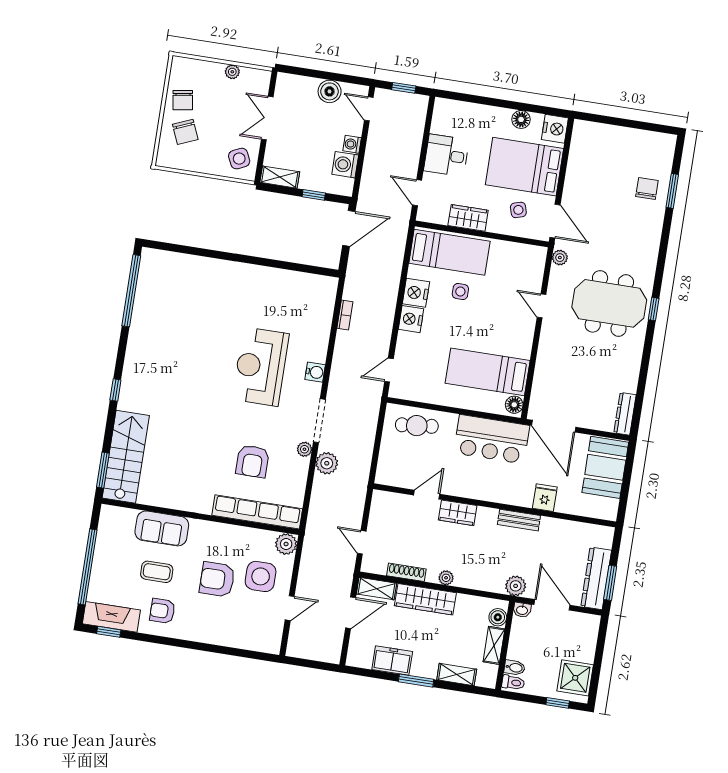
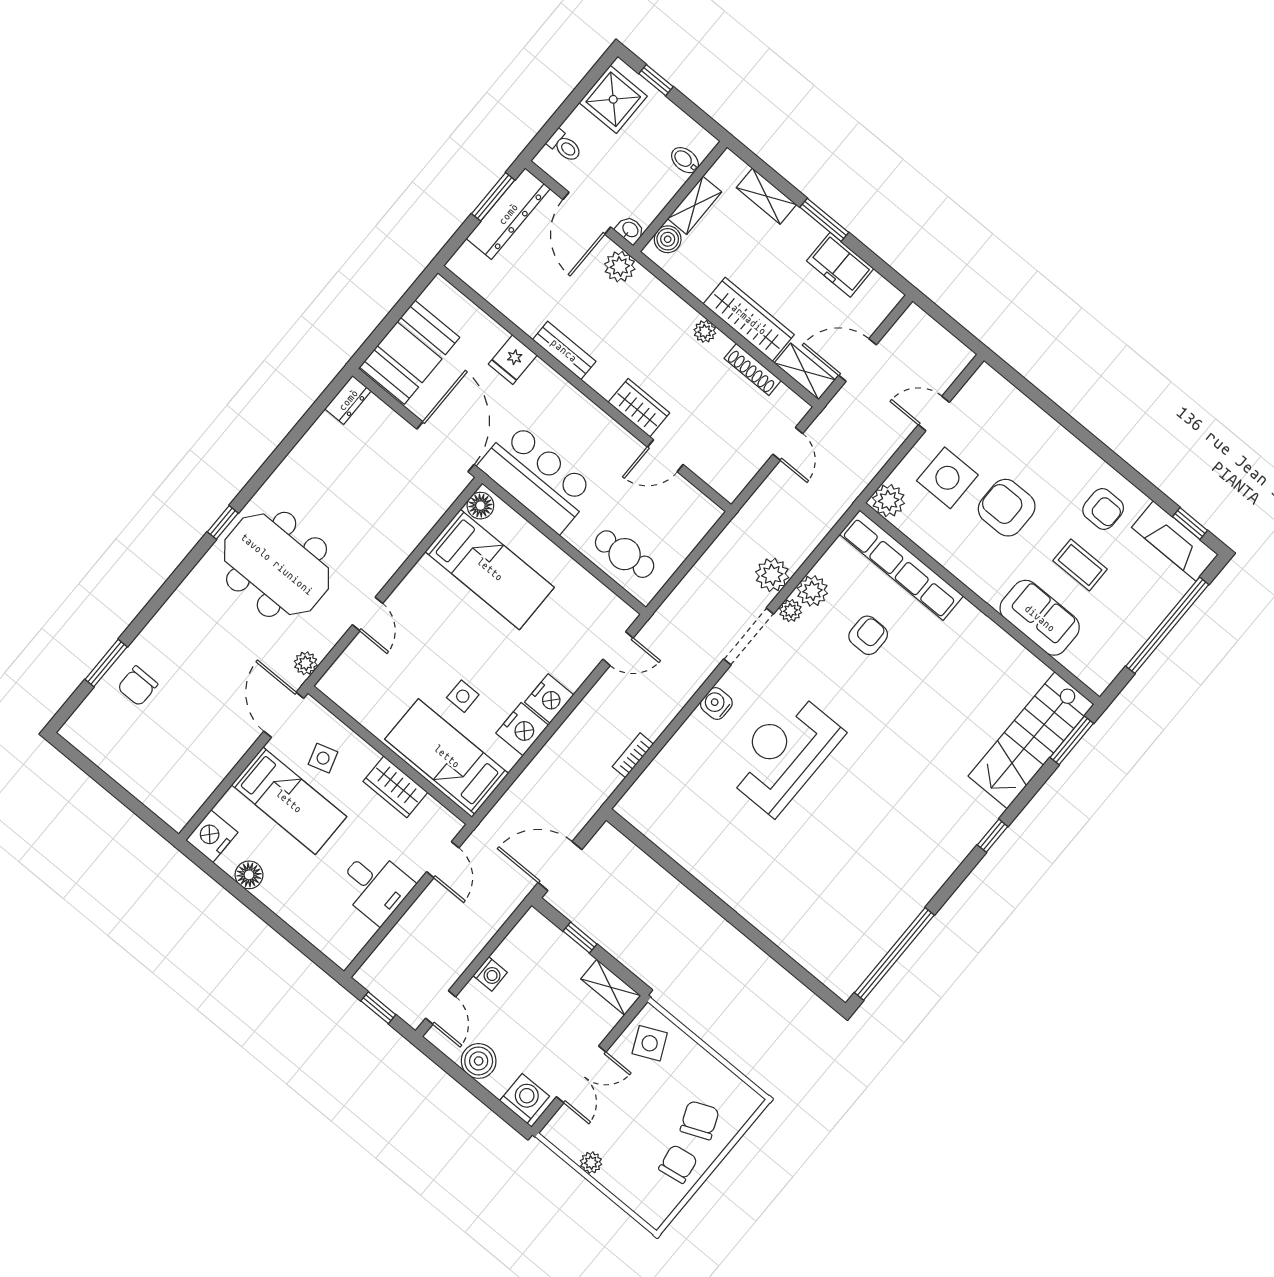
washing machine: (345, 165) -> (525, 1098), moved, turned -90
bed: (524, 167) -> (289, 801), width x0.67
reception desk: (261, 367) -> (784, 753), turned 180
dresser: (625, 414) -> (348, 400), width x0.70
armchair: (253, 461) -> (868, 635), width x0.72, depth x0.72
plant: (299, 468) -> (812, 591), added
armchair: (217, 579) -> (1007, 508), turned 180
toilet: (513, 683) -> (565, 146), moved, turned 180

